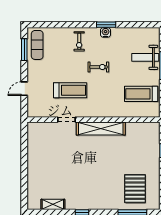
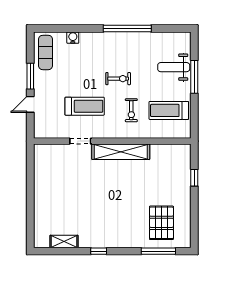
window: (106, 25) -> (127, 28), width x2.11
water cooler: (105, 32) -> (73, 38), moved
exercise bike: (79, 41) -> (131, 110), moved
window: (24, 50) -> (30, 76), moved

